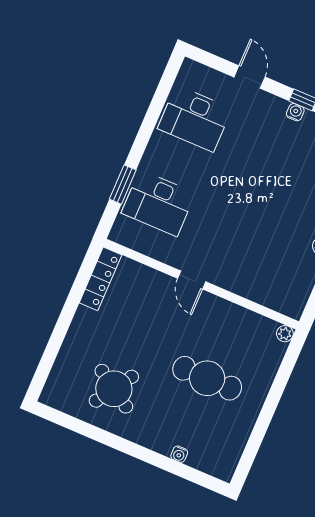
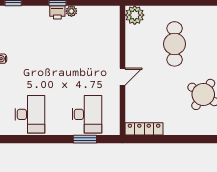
plant: (285, 334) -> (135, 15), width x1.88, depth x1.88

